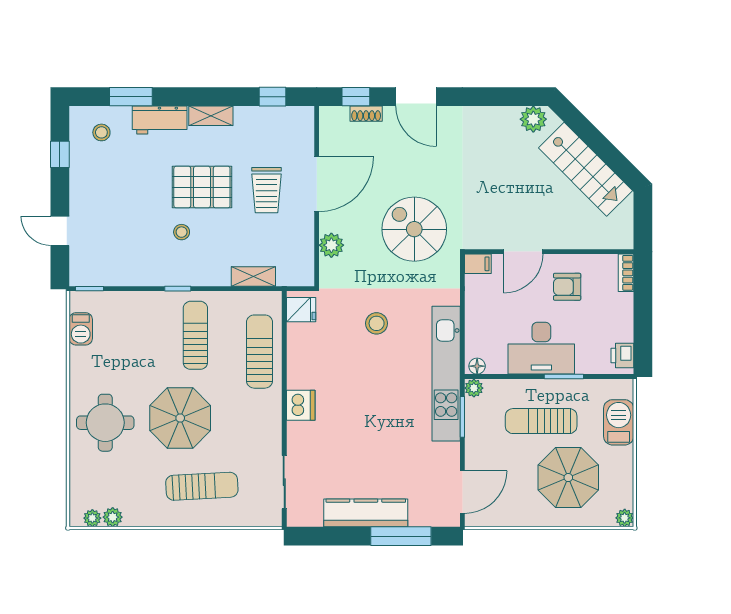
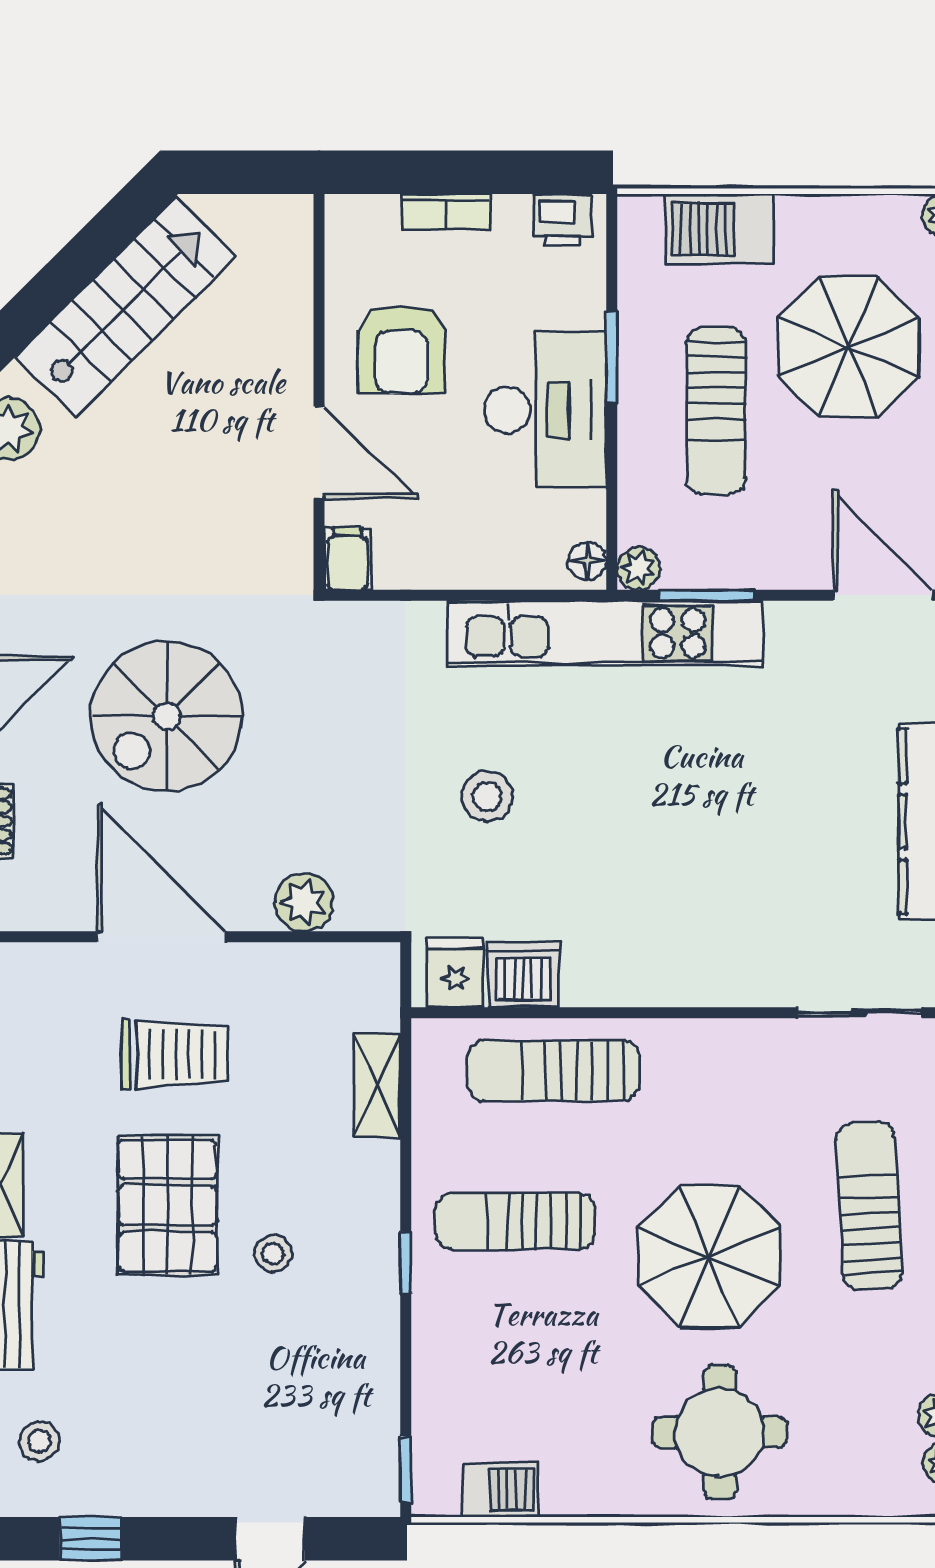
spiral stairs: (414, 229) -> (167, 716), moved
bookcase: (626, 273) -> (446, 212), moved
armchair: (567, 287) -> (401, 350), width x1.38, depth x1.38
dishwasher: (301, 405) -> (524, 974), moved

